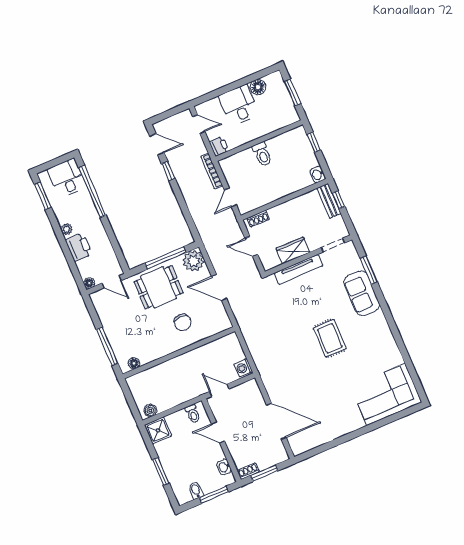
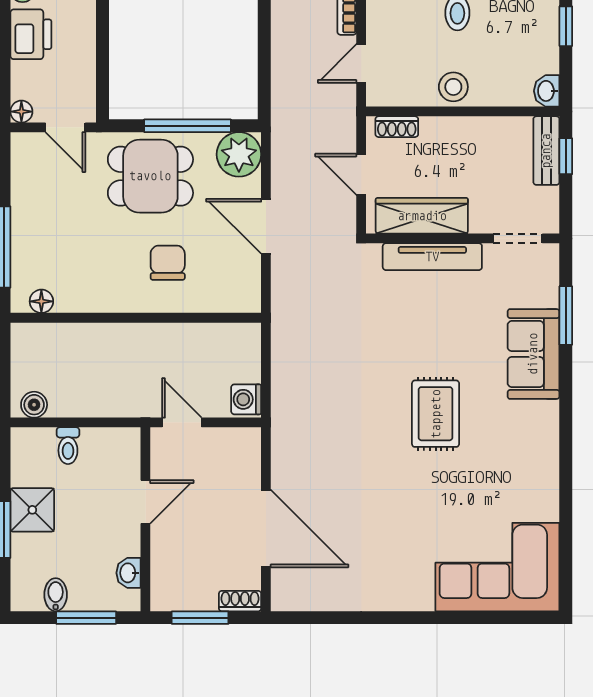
stool: (276, 190) -> (453, 87), added
wardrobe: (293, 250) -> (422, 216), width x1.50
chair: (183, 322) -> (168, 263), turned 180
toilet: (193, 414) -> (68, 446), moved
shower: (158, 430) -> (32, 510), moved
door: (218, 432) -> (145, 502), swing flipped
shoe rack: (248, 471) -> (240, 601), moved

